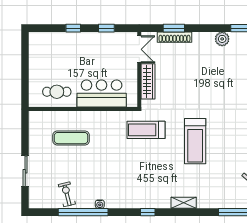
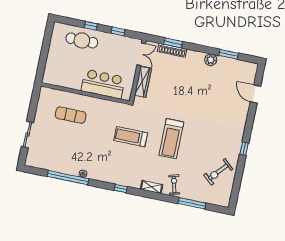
cafe table: (57, 92) -> (82, 40), moved, width x1.37, depth x1.35
treadmill: (146, 130) -> (131, 137), moved
exercise bike: (67, 194) -> (174, 184), moved

